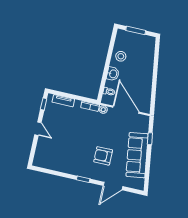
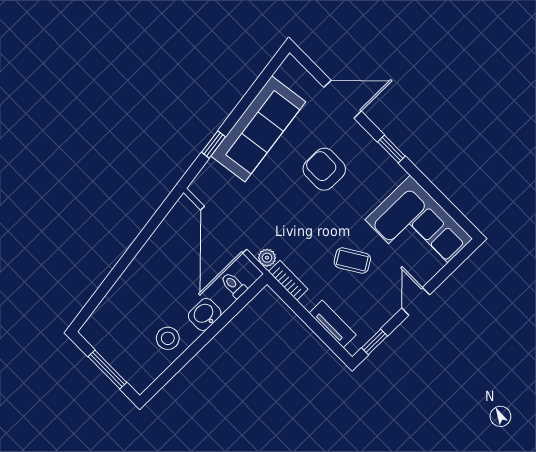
coffee table: (71, 129) -> (352, 261), added
corner sofa: (54, 156) -> (419, 229), added
armchair: (103, 156) -> (324, 169), turned 180

